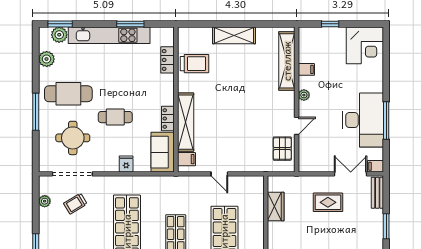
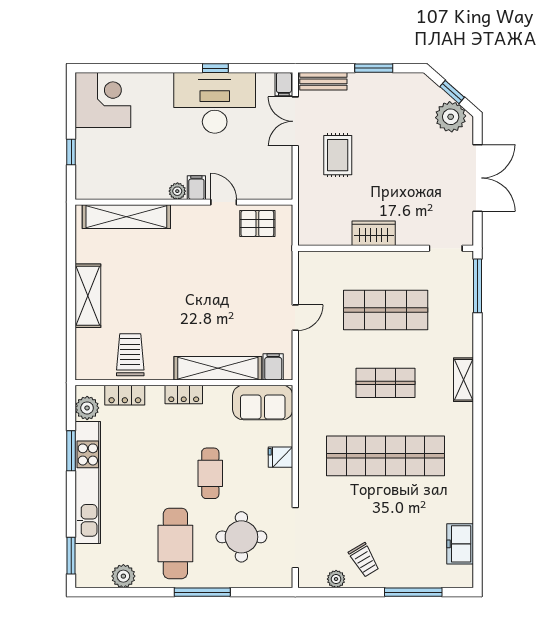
plant: (59, 35) -> (87, 408), moved
filing cabinet: (306, 69) -> (196, 188), moved
locker: (168, 119) -> (184, 395), moved
window: (386, 120) -> (215, 68), width x0.46
trolley: (75, 204) -> (364, 560), moved
wardrobe: (276, 207) -> (374, 233), moved

